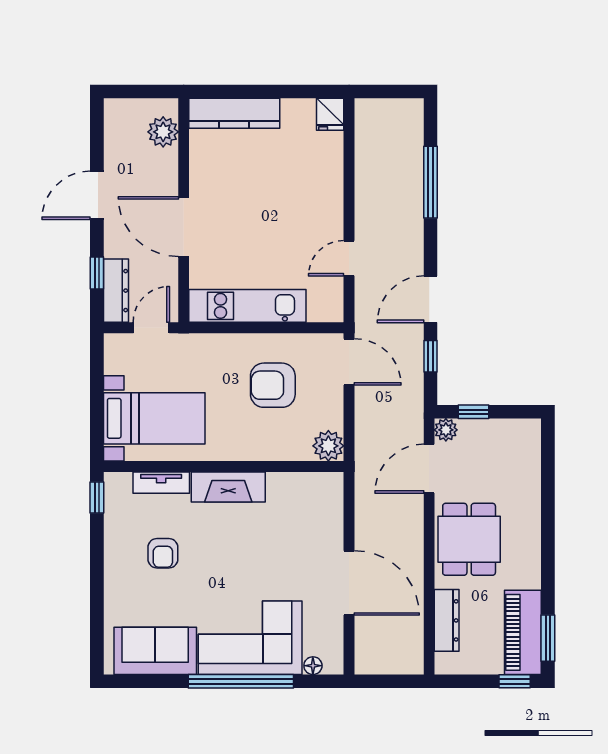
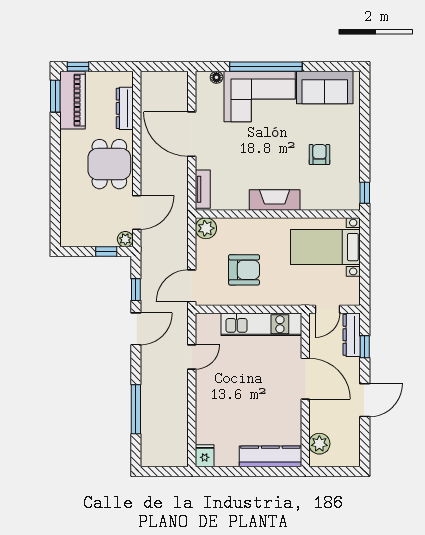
door: (349, 362) -> (192, 286), hinge flipped
tv unit: (161, 483) -> (203, 189), moved, turned 90

